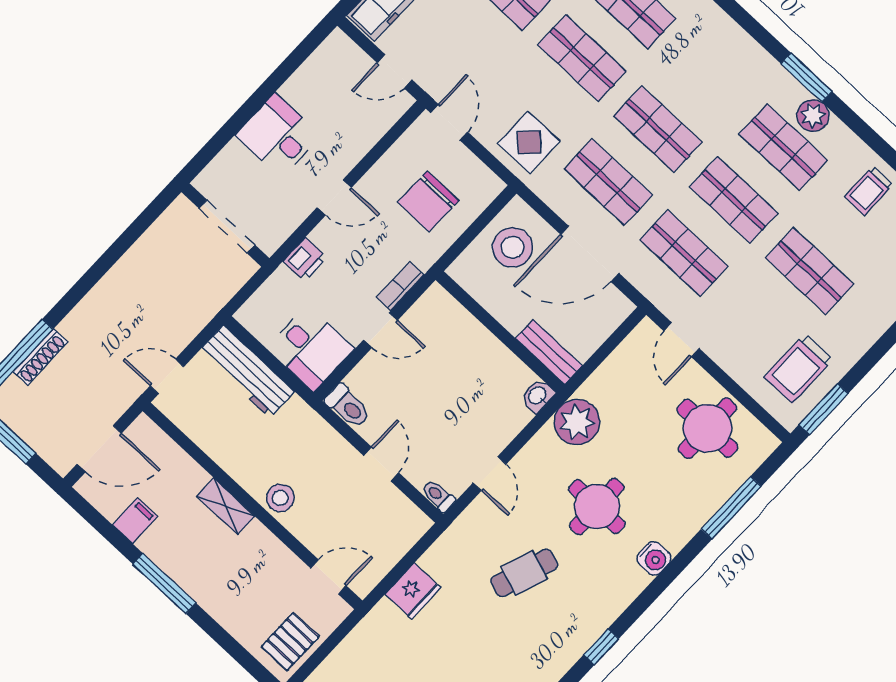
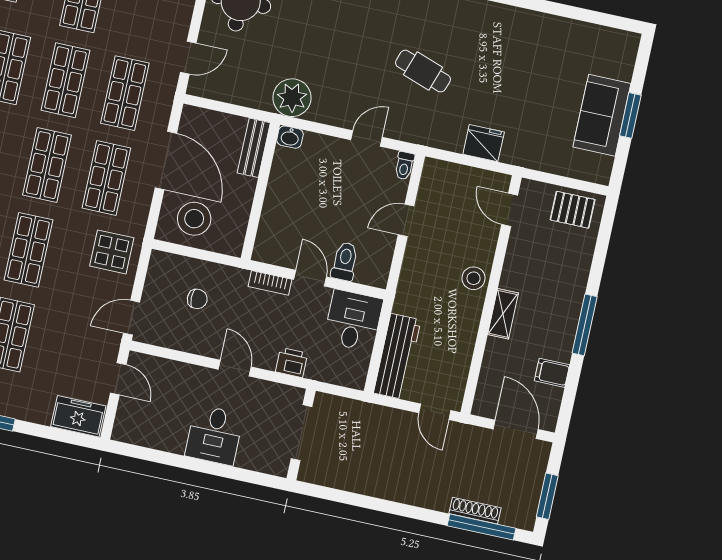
chair: (428, 201) -> (197, 299), width x0.54, depth x0.54
toilet: (348, 406) -> (345, 261), moved
round table: (597, 506) -> (344, 47), removed

